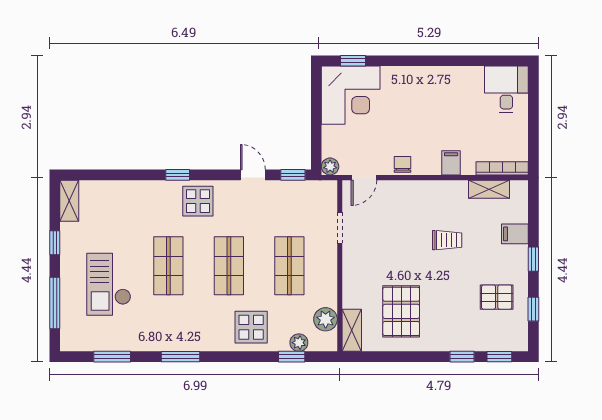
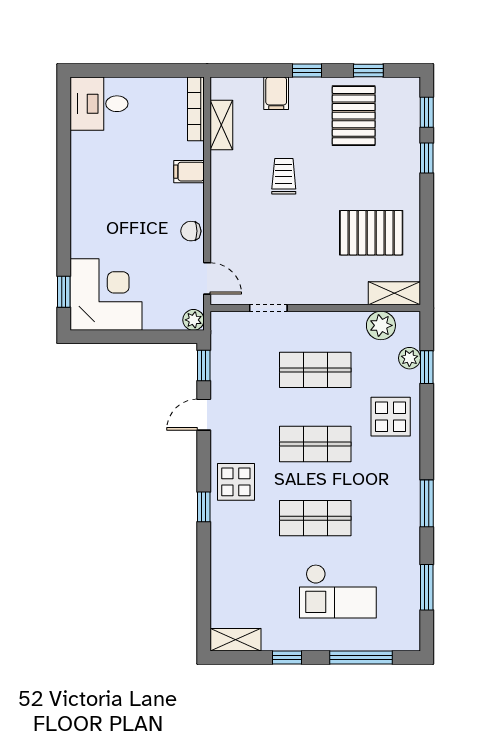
pallet: (497, 297) -> (354, 116), width x1.50, depth x1.42

